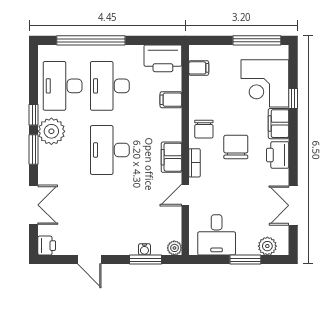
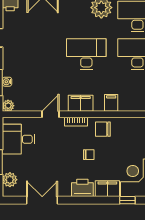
filing cabinet: (171, 100) -> (111, 103), moved
chair: (236, 147) -> (89, 155), width x0.54, depth x0.54
door: (185, 195) -> (50, 114), hinge flipped

